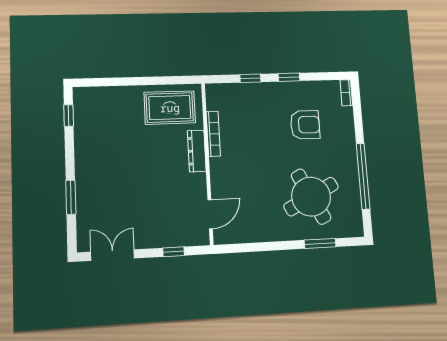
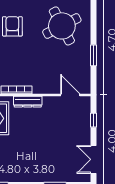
window: (320, 243) -> (94, 55), moved

